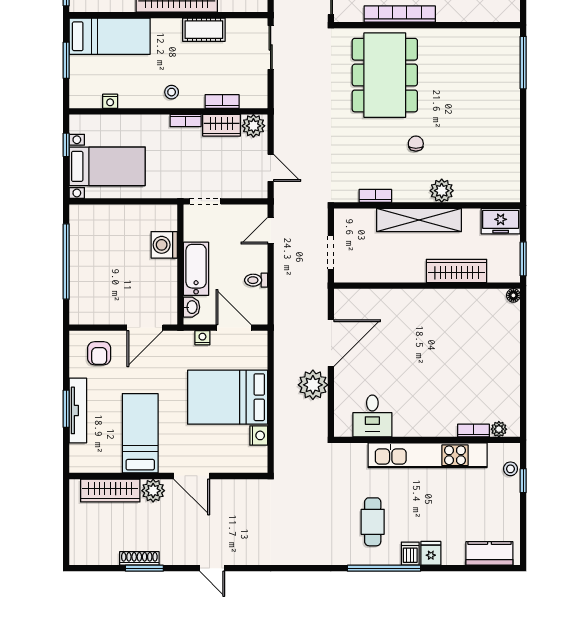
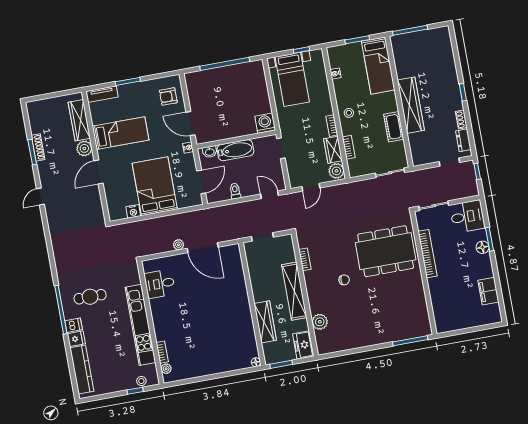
plant: (442, 191) -> (320, 322), moved
washing machine: (164, 245) -> (265, 123), moved
nightstand: (202, 338) -> (188, 148), moved
plant: (313, 385) -> (178, 245), width x0.53, depth x0.53
tv unit: (78, 410) -> (102, 94), moved, width x0.71
kitchen counter: (489, 553) -> (82, 370), width x1.50

